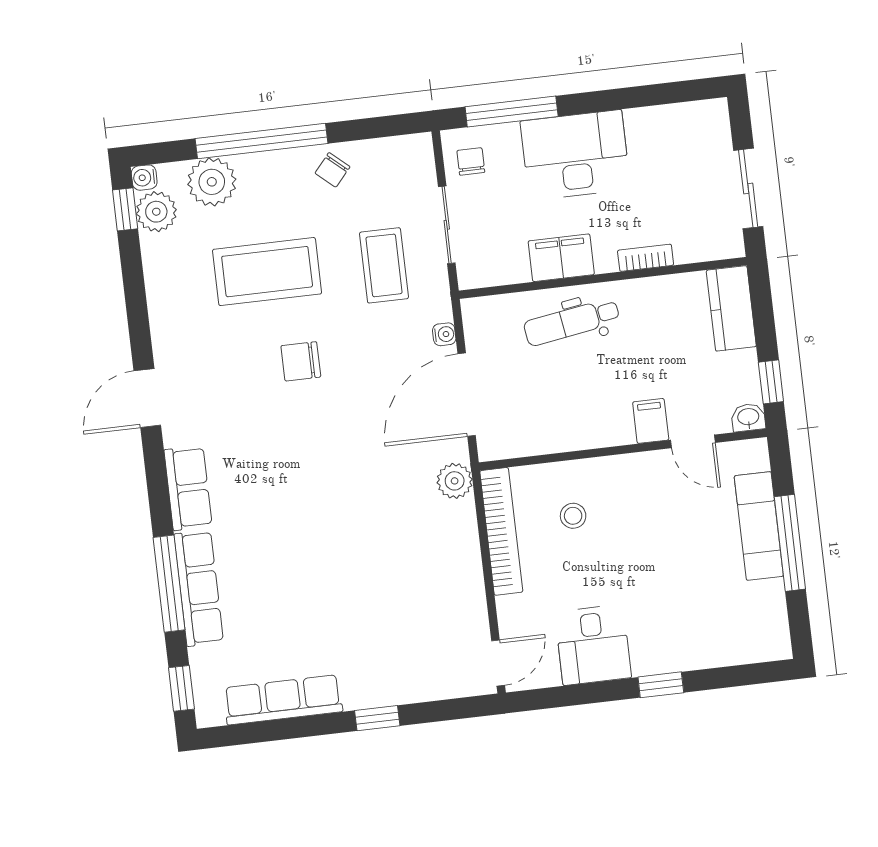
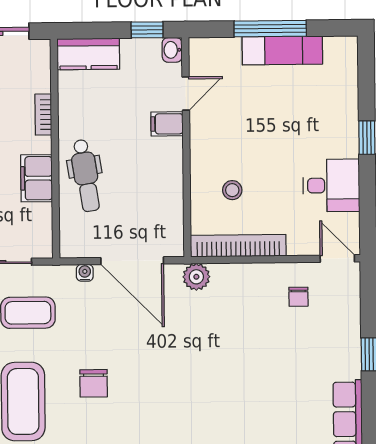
exam couch: (759, 526) -> (282, 50), moved
chair: (443, 617) -> (298, 297), added

